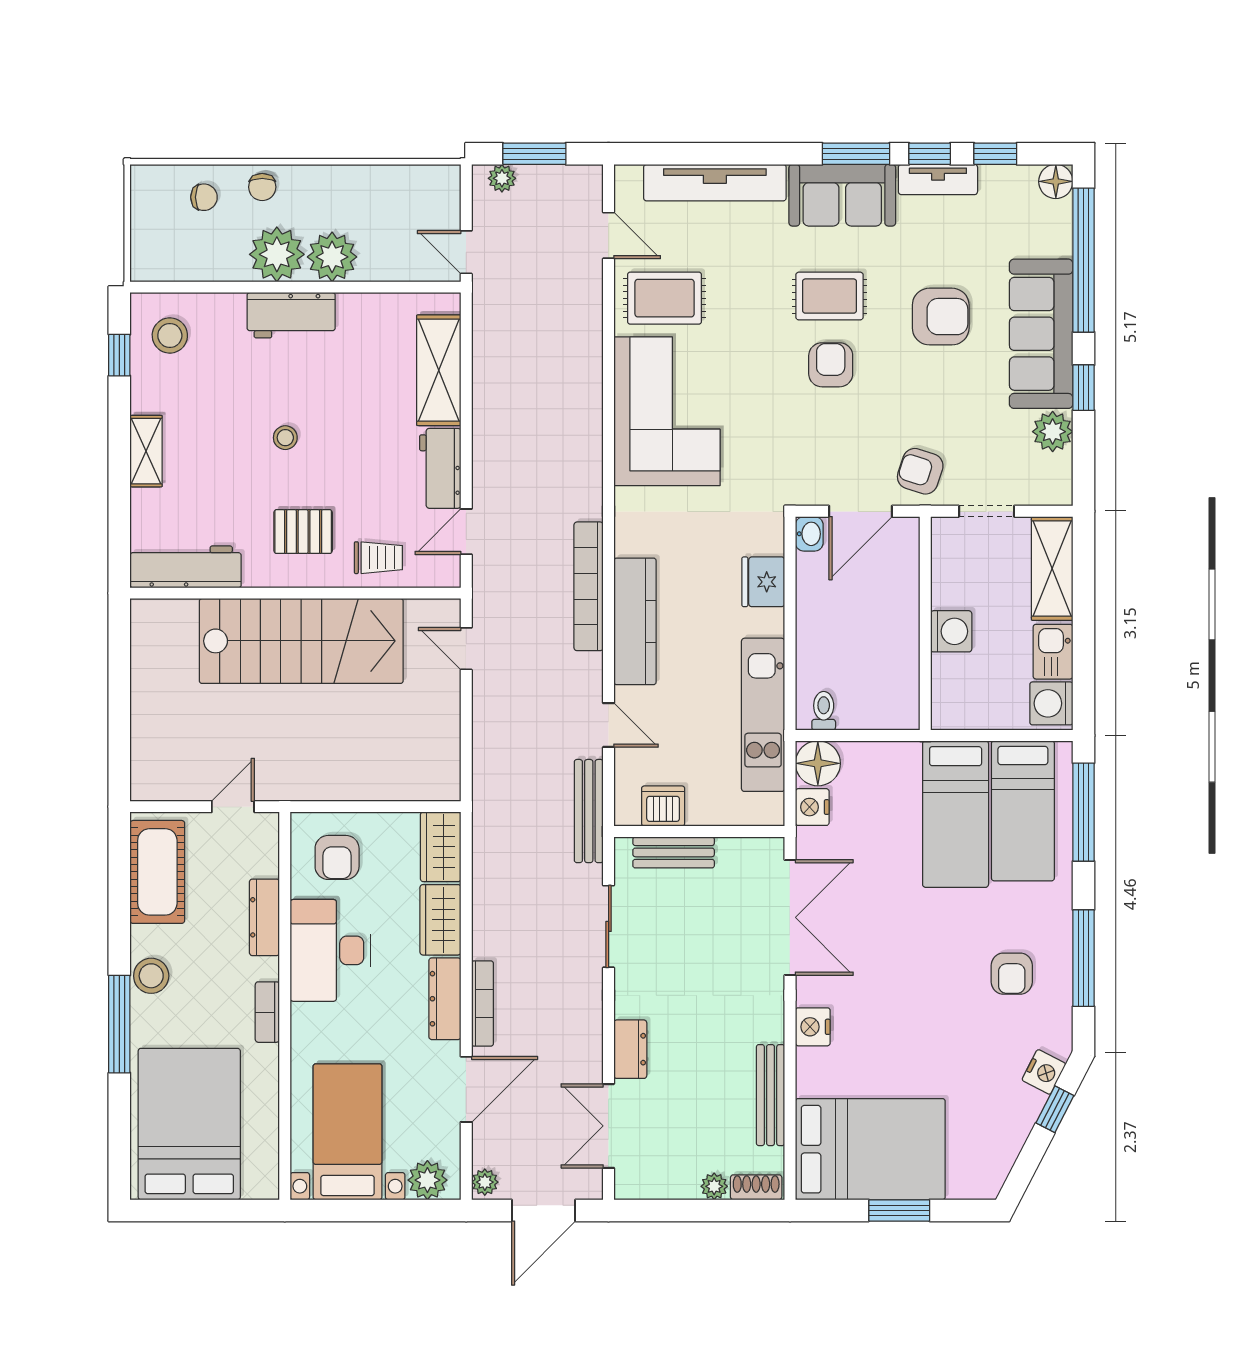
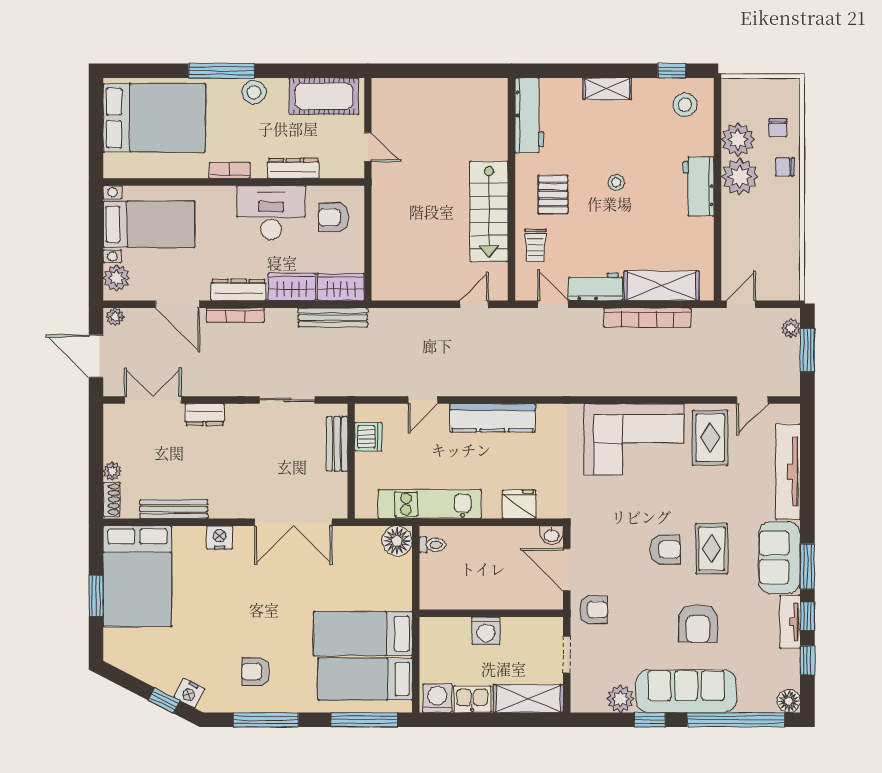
plant: (332, 257) -> (738, 140), moved
armchair: (920, 471) -> (594, 610), turned 72
bookcase: (589, 586) -> (647, 318), moved, turned 180
stairs: (301, 641) -> (489, 211), width x0.73, depth x0.66
nightstand: (812, 807) -> (368, 537), removed
bench: (589, 811) -> (333, 318), moved

